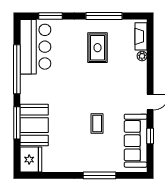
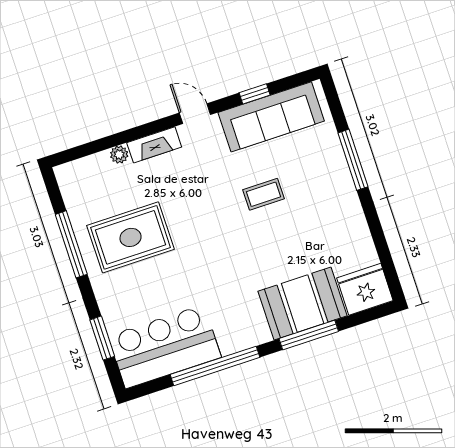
fireplace: (141, 36) -> (154, 145), moved
rug: (97, 48) -> (131, 237), width x1.36, depth x1.43

